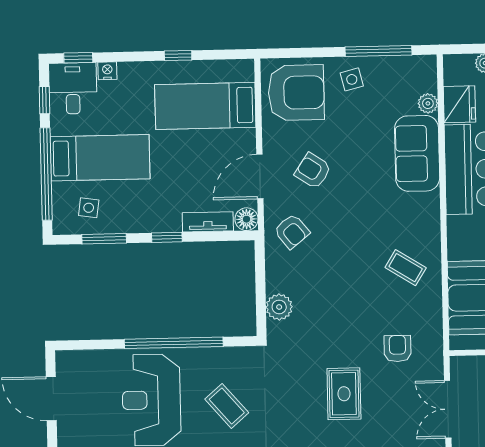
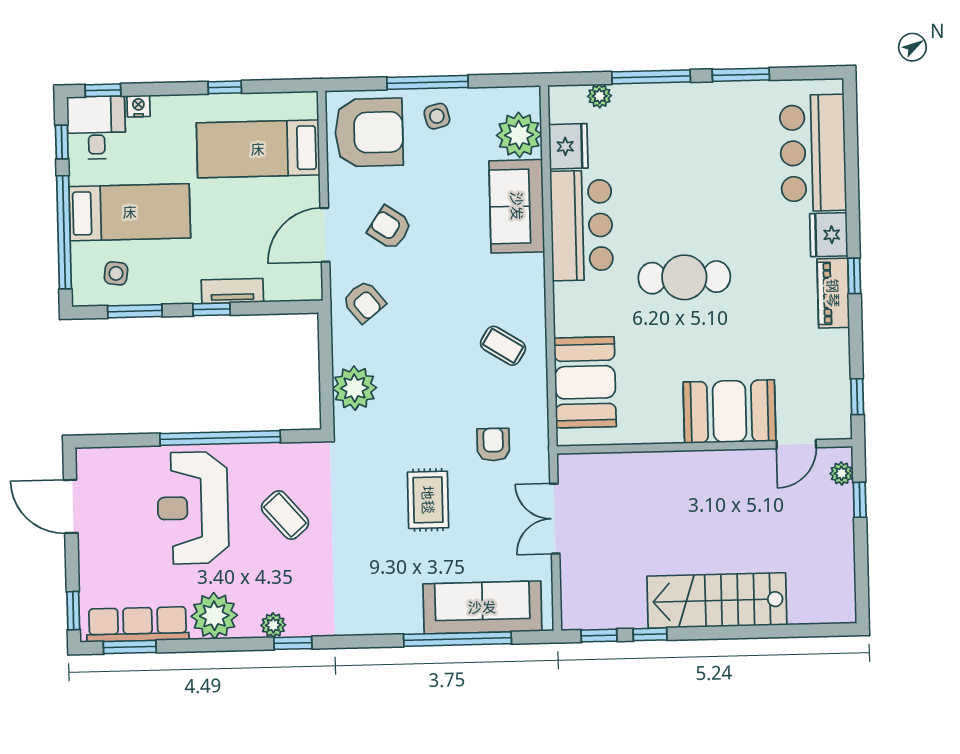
window: (378, 51) -> (428, 82), moved
plant: (428, 103) -> (519, 135), width x1.87, depth x1.87
floor lamp: (246, 219) -> (309, 287), removed
tv unit: (208, 222) -> (232, 291), moved
plant: (279, 307) -> (354, 388), width x1.36, depth x1.36

